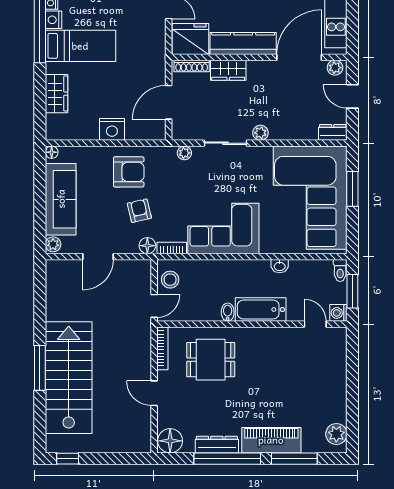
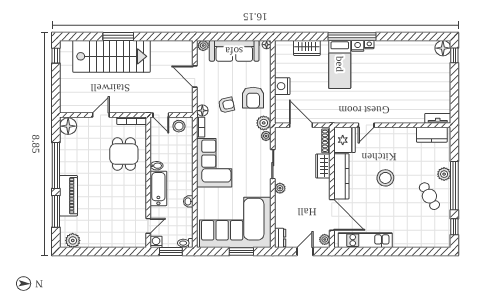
plant: (166, 156) -> (264, 123), added
dresser: (217, 445) -> (65, 158), removed

